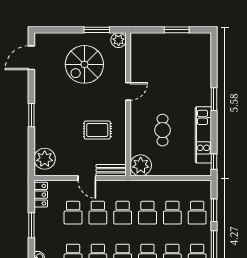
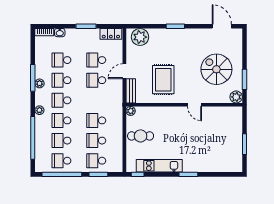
rug: (97, 130) -> (163, 80), width x1.36, depth x1.43
cafe table: (163, 130) -> (141, 136), moved
plant: (141, 165) -> (131, 111), width x0.53, depth x0.53
school desk: (123, 213) -> (96, 100), removed

